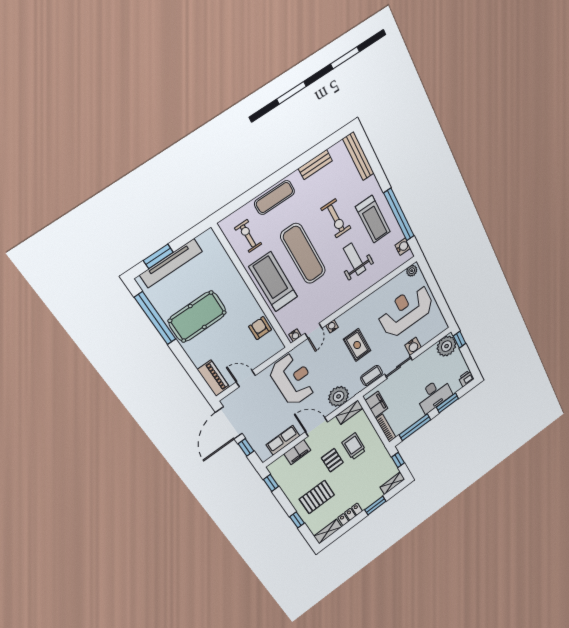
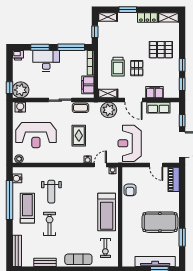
exercise mat: (303, 254) -> (80, 216), removed
window: (155, 318) -> (182, 237), width x0.47
water cooler: (413, 346) -> (20, 107), moved
window: (297, 520) -> (182, 65), moved

